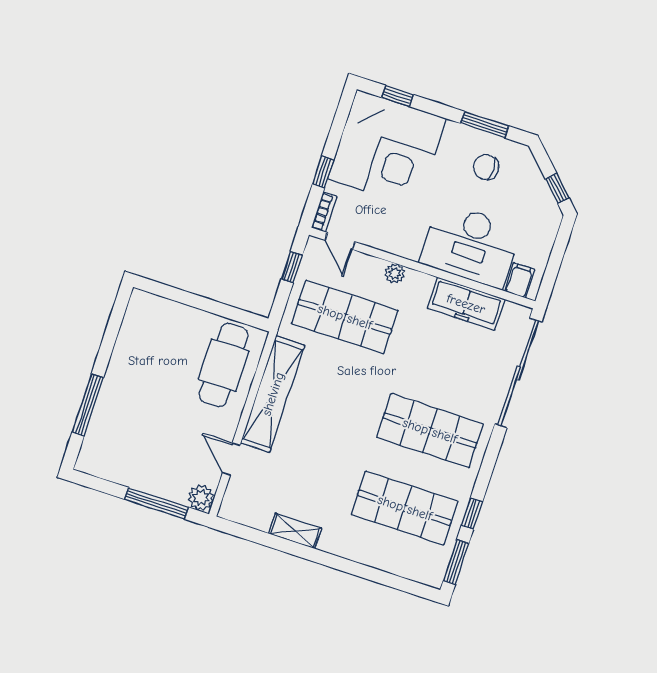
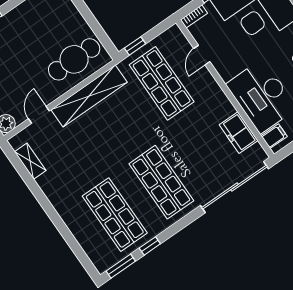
door: (340, 241) -> (202, 55), moved
window: (292, 267) -> (135, 46), moved
plant: (395, 273) -> (207, 80), removed
freezer: (466, 304) -> (239, 133), width x0.71
shelving: (295, 531) -> (30, 161), moved

